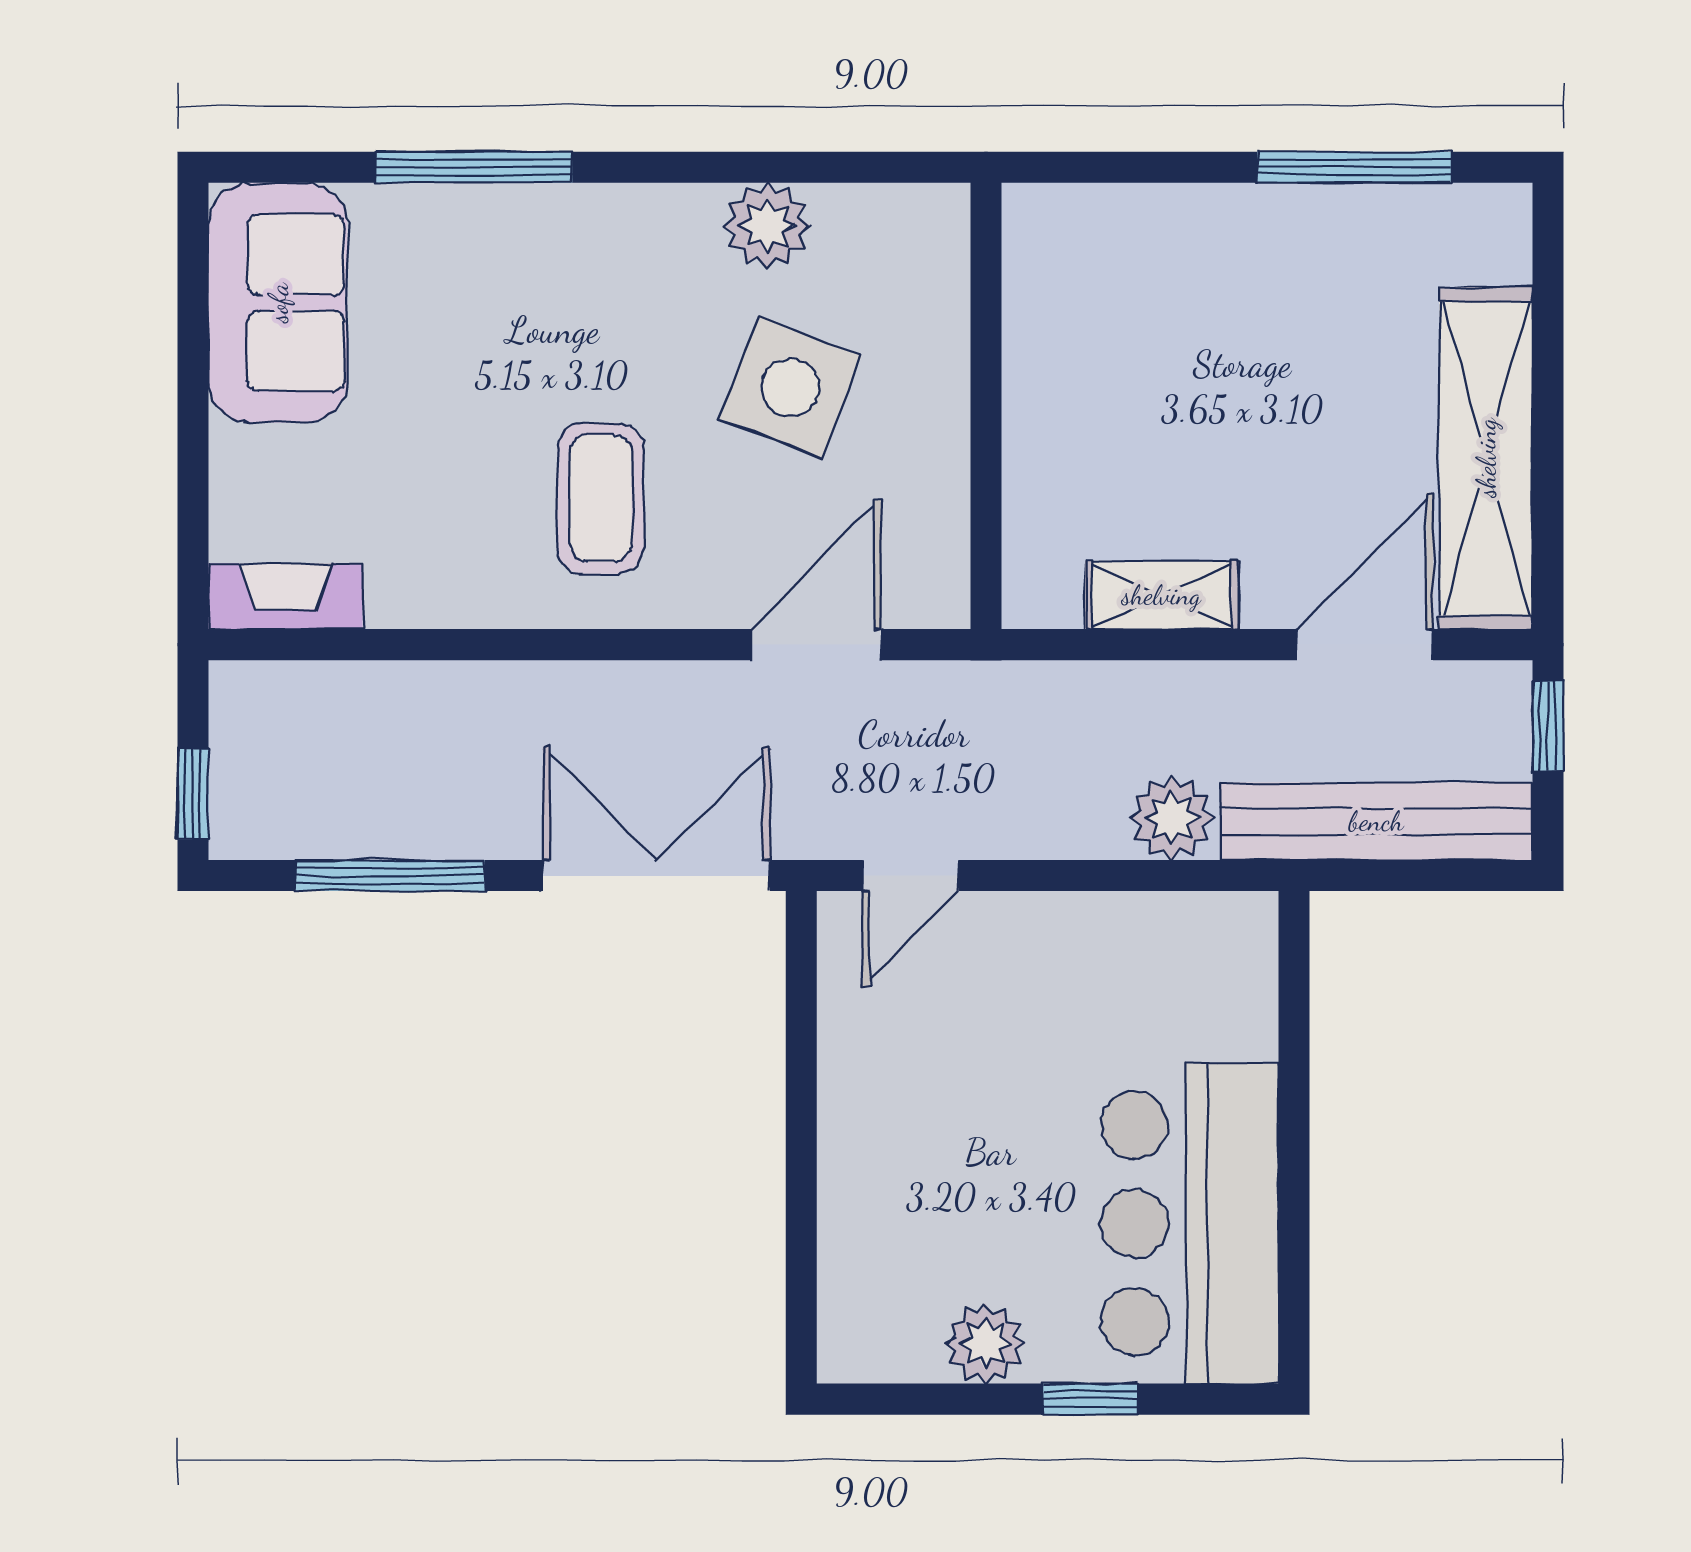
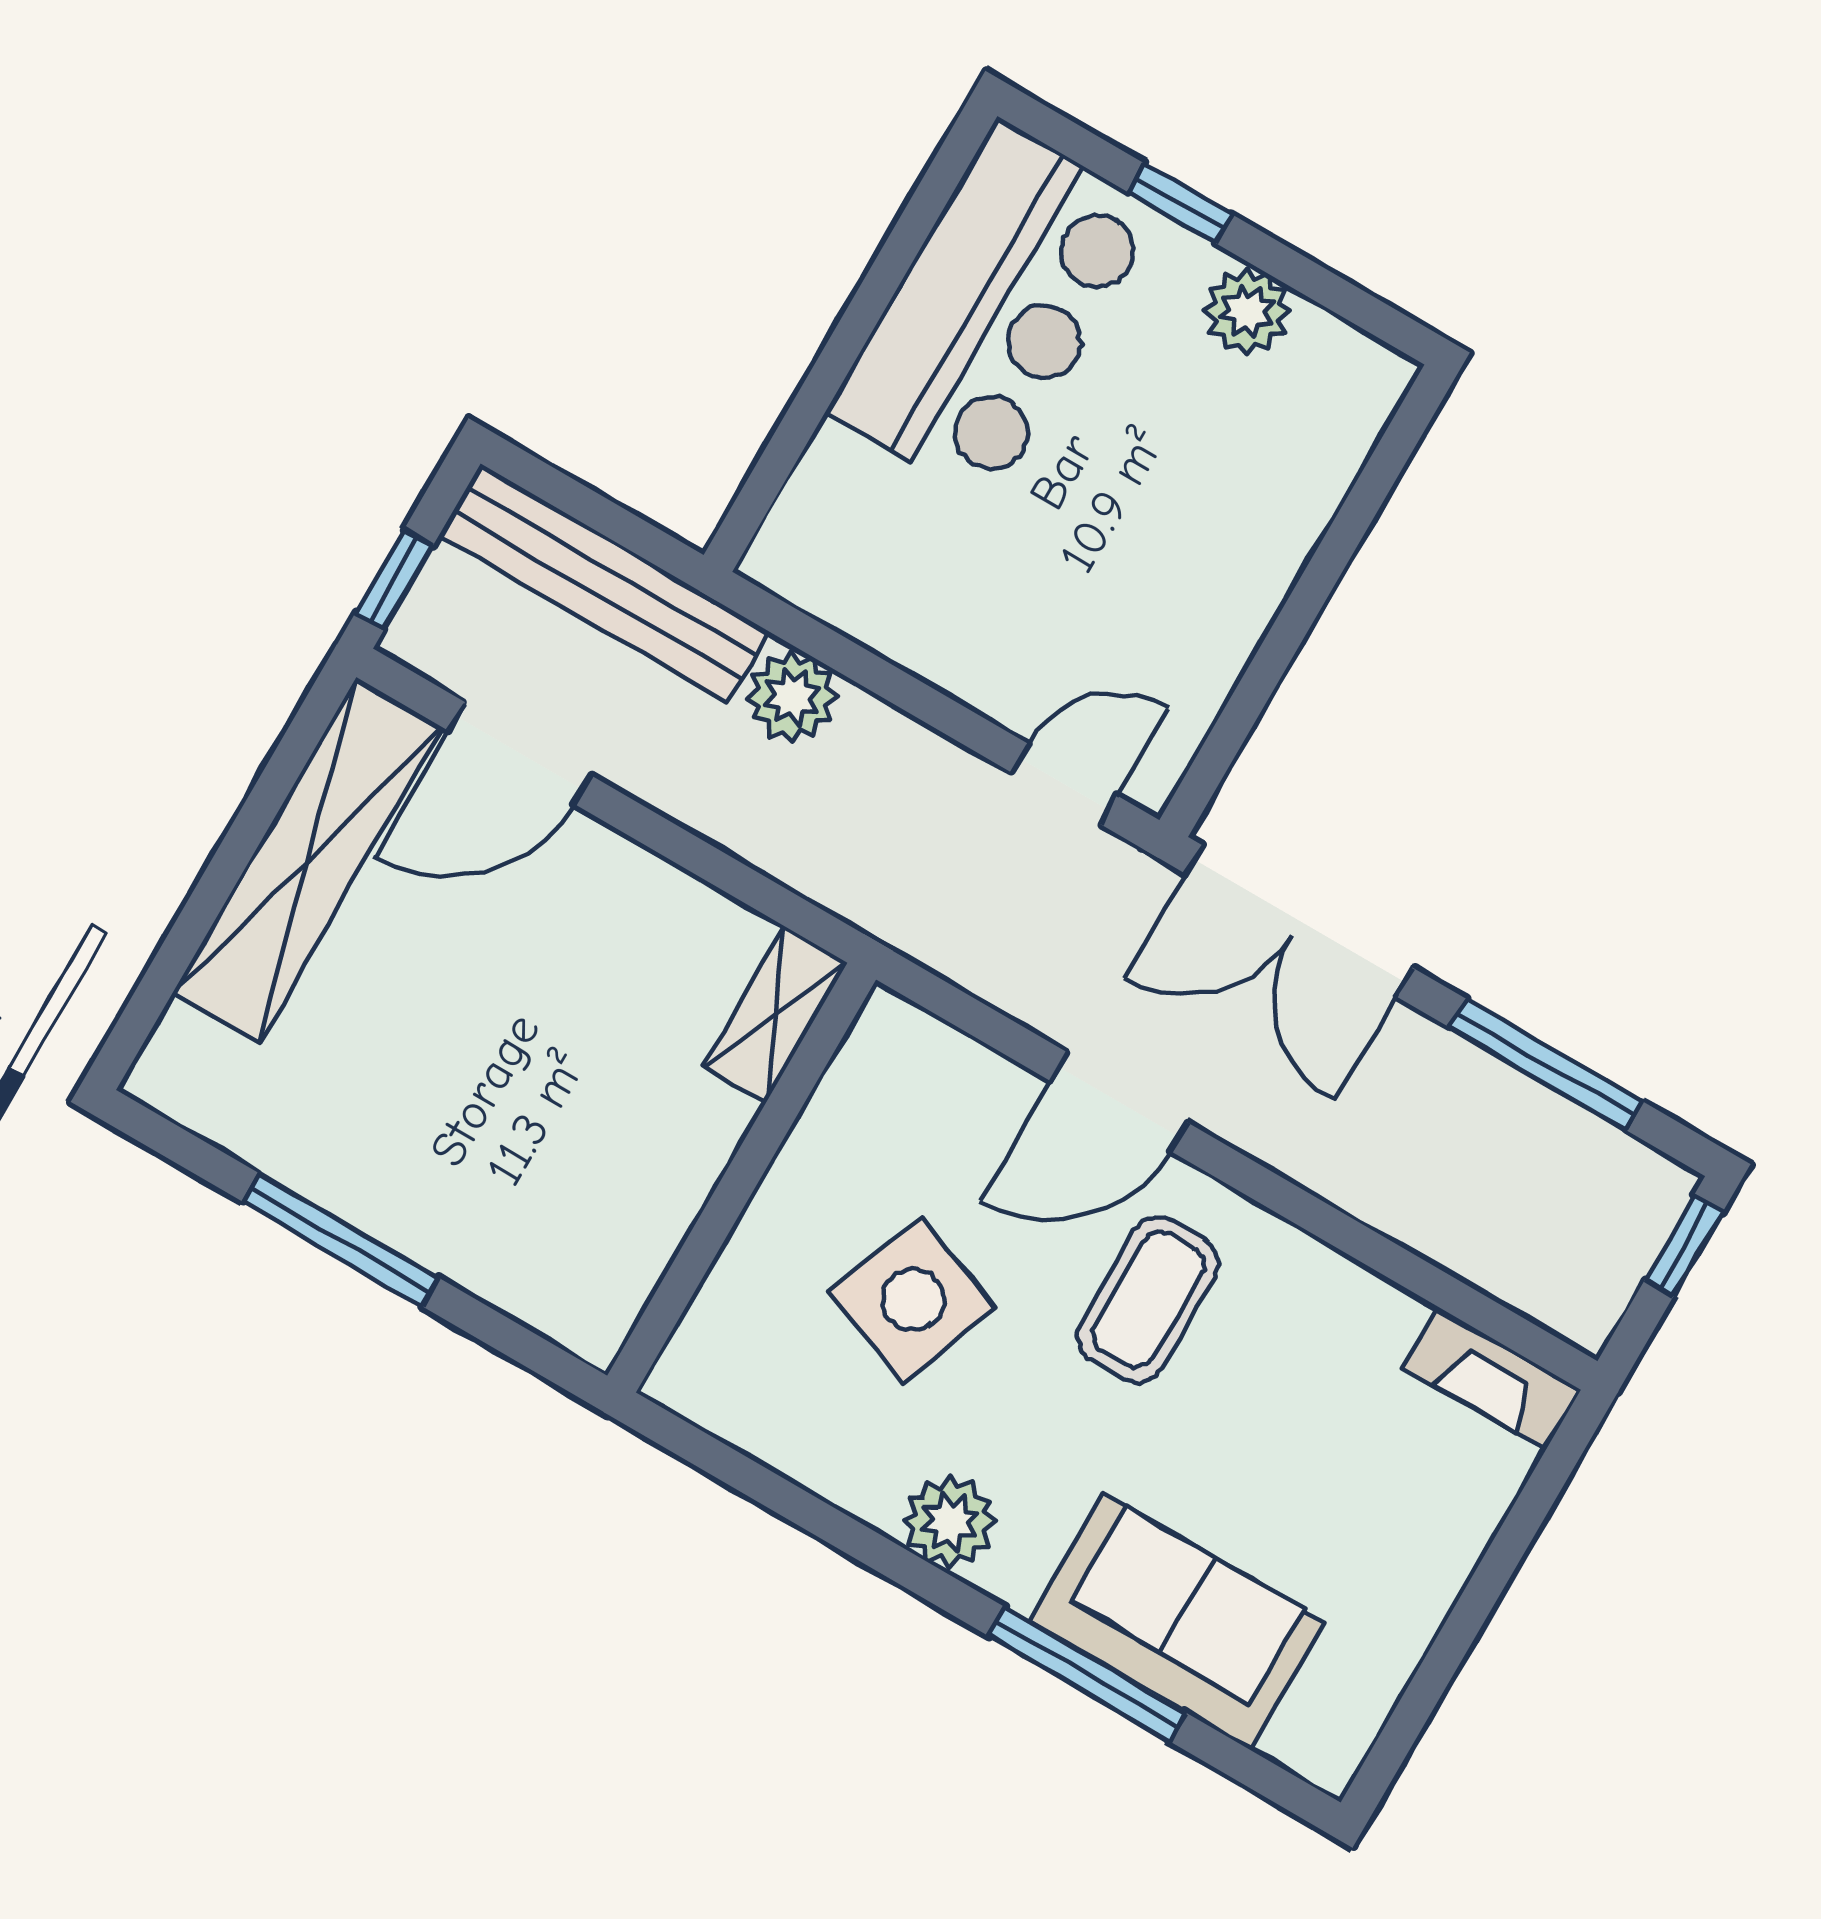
window: (1354, 167) -> (341, 1240), moved
plant: (767, 226) -> (949, 1522), moved
sofa: (278, 303) -> (1178, 1622), moved, turned 90
shelving: (1161, 595) -> (775, 1015), moved, turned 90
door: (816, 645) -> (1119, 1102), moved

